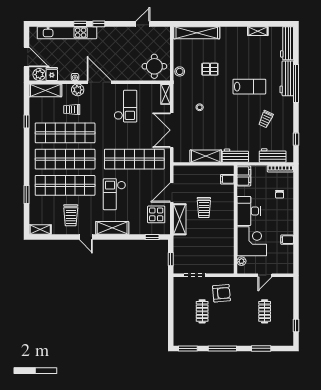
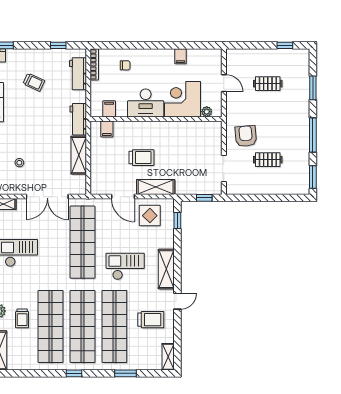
window: (26, 121) -> (74, 373), moved
filing cabinet: (244, 176) -> (109, 109), width x0.50
checkout: (114, 194) -> (125, 266), turned 180

